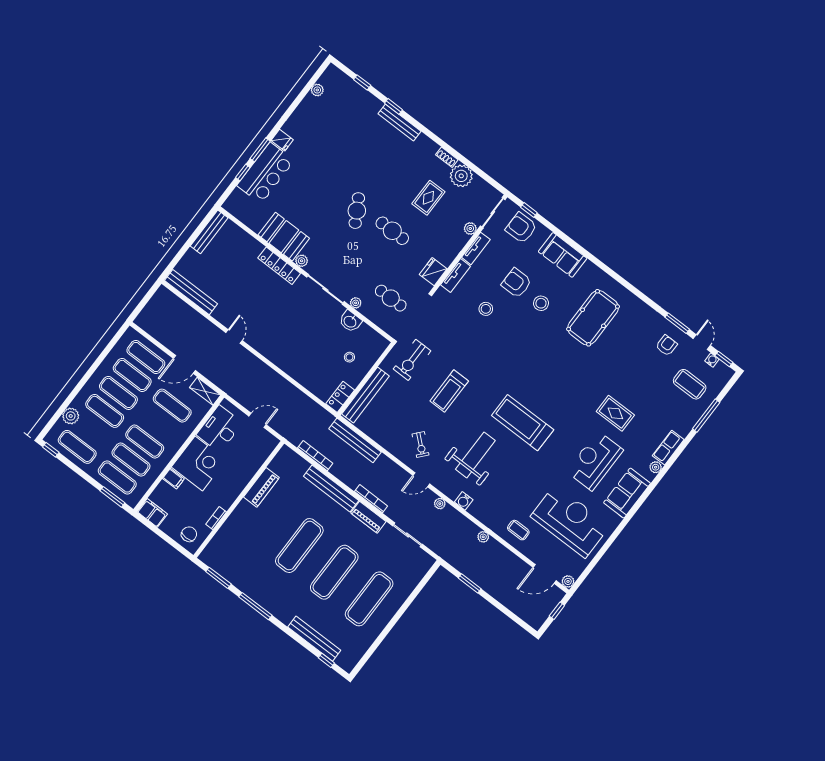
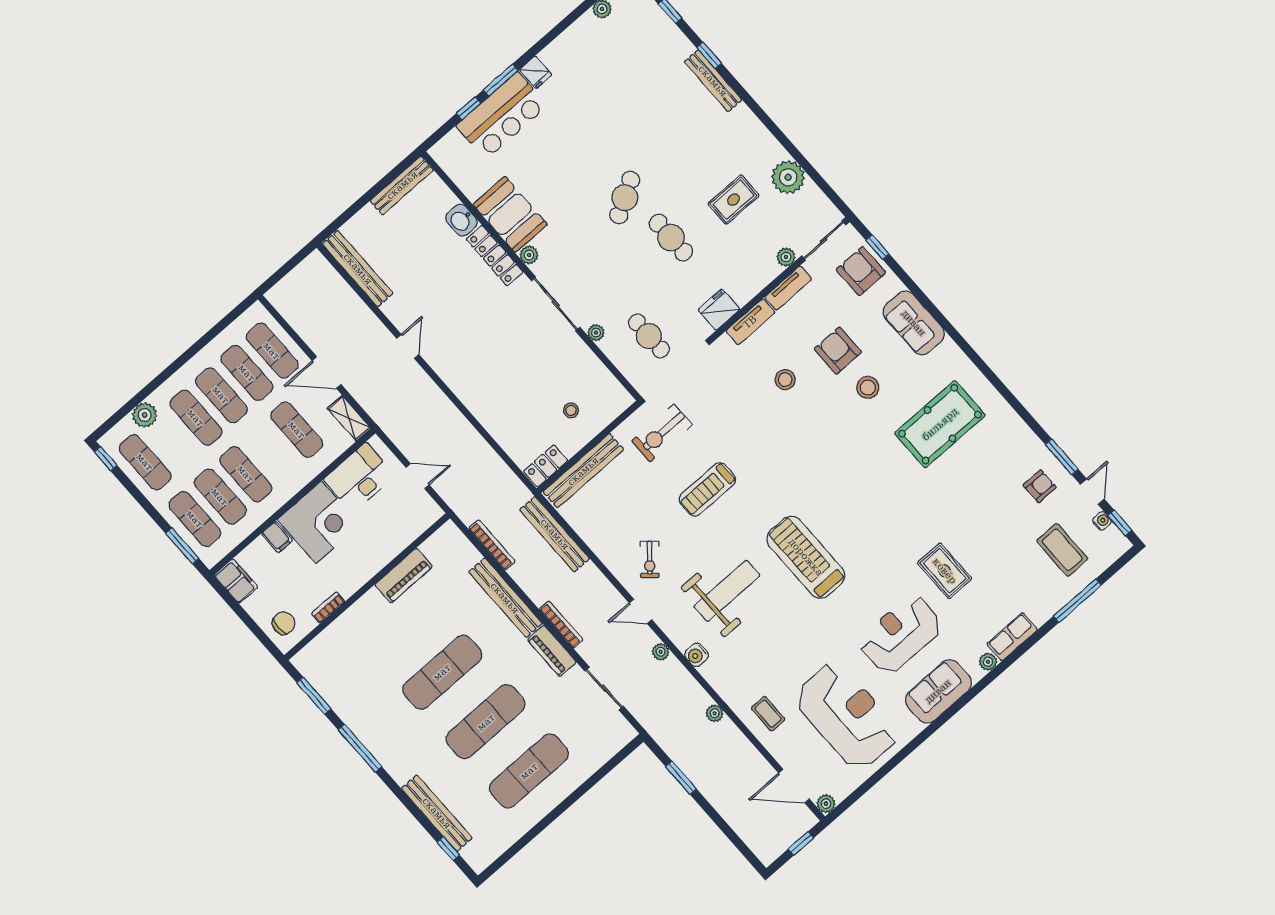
shoe rack: (447, 157) -> (772, 146), removed
washbasin: (350, 321) -> (461, 220), moved

